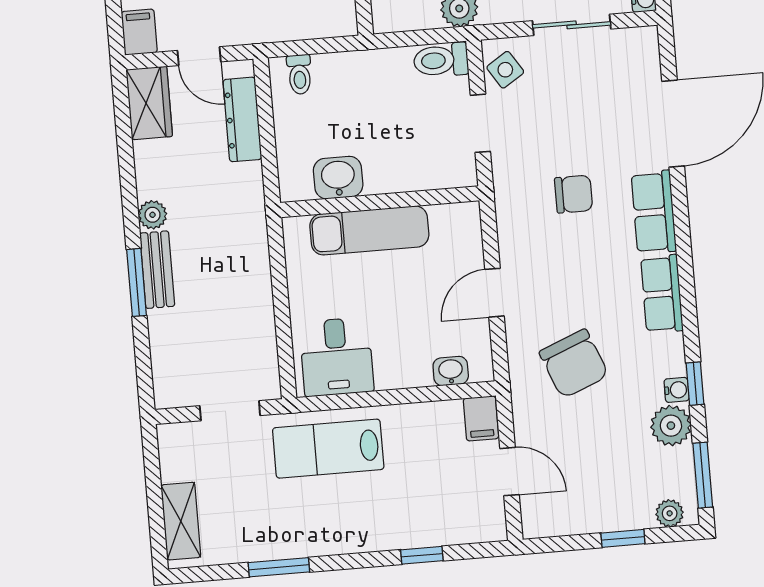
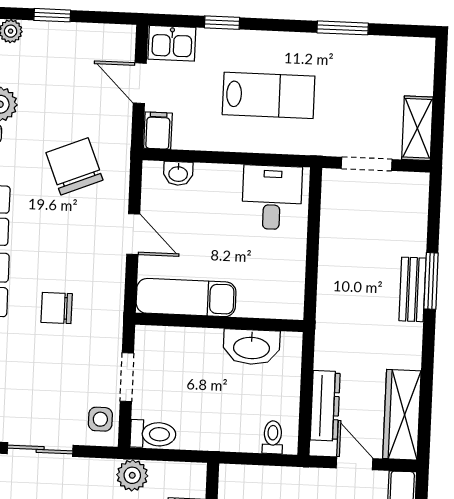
side table: (505, 70) -> (100, 419), turned 33
wardrobe: (149, 103) -> (402, 415), width x1.50
washbasin: (338, 178) -> (252, 347), width x1.38
plant: (153, 215) -> (410, 336), removed
exam couch: (369, 230) -> (186, 298), moved
door: (495, 293) -> (133, 234), hinge flipped
lab bench: (328, 449) -> (269, 95), moved
shelving: (181, 521) -> (417, 128), moved
kitchen sink: (478, 523) -> (172, 43), added

